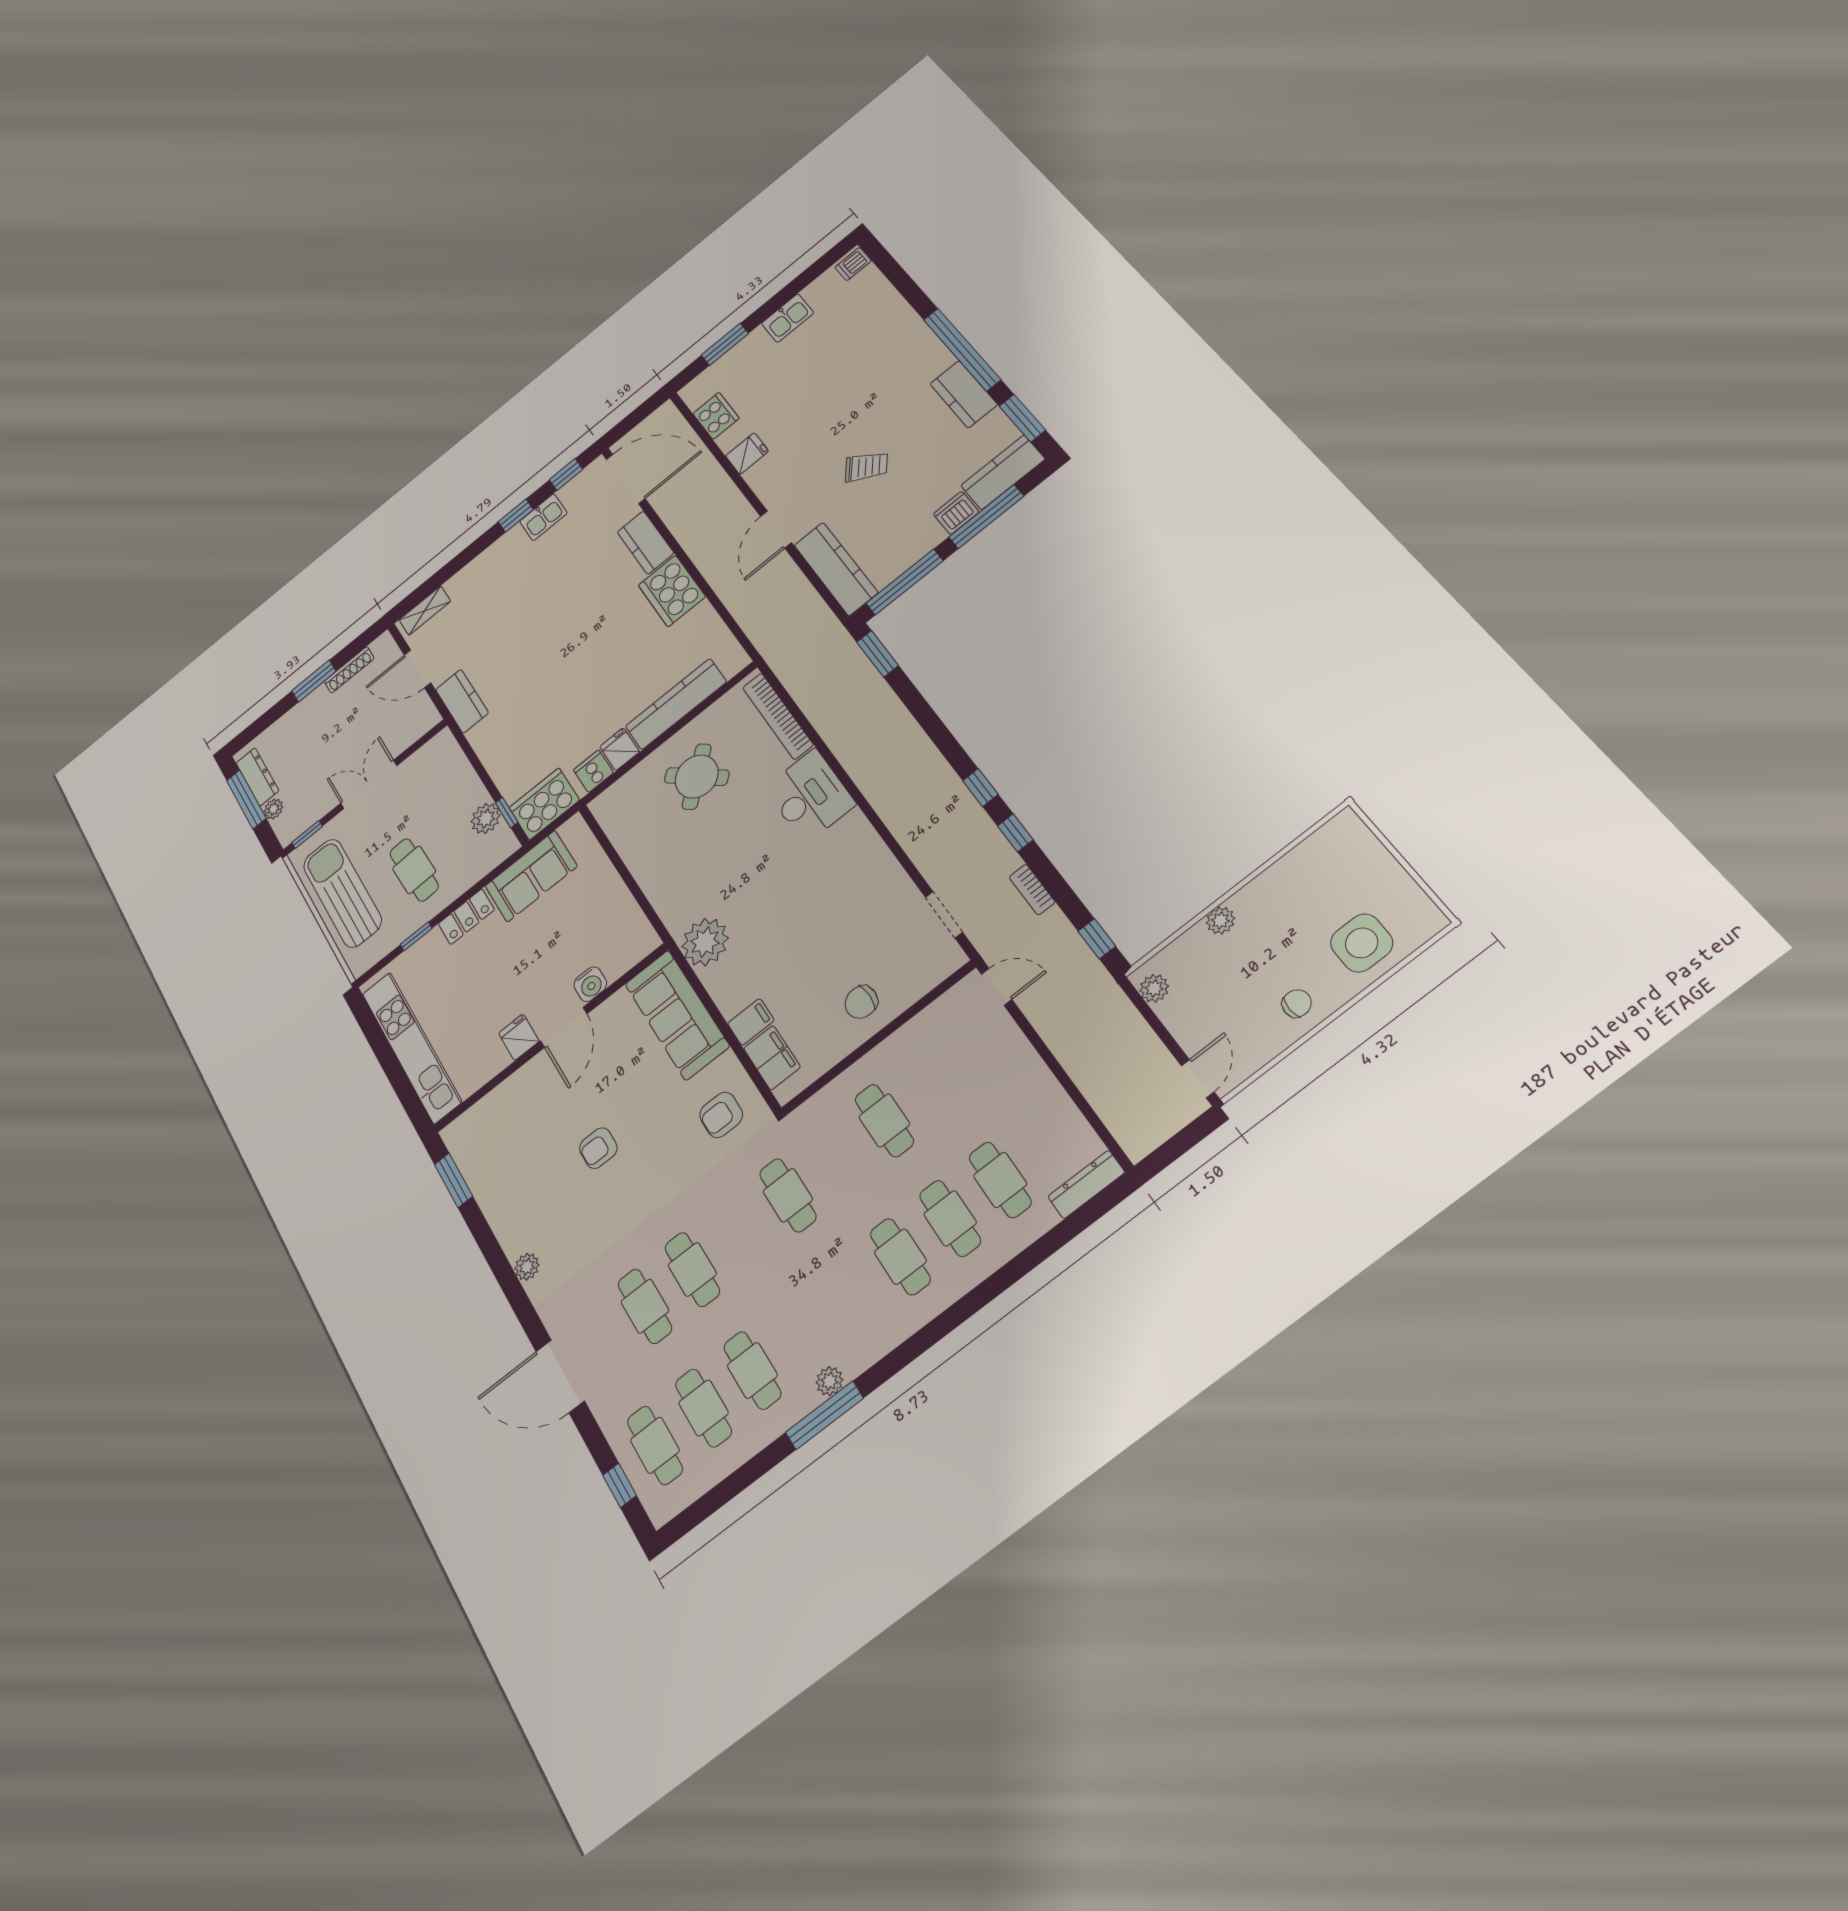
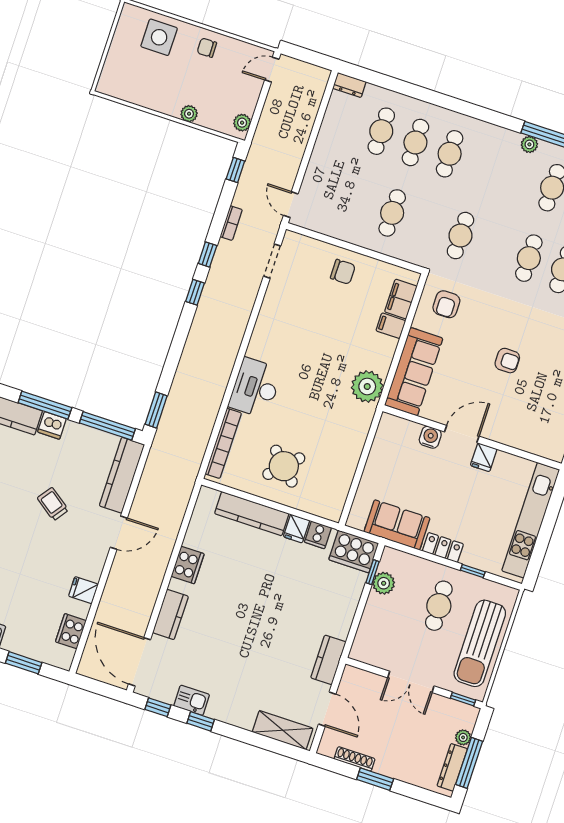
cooker: (672, 591) -> (188, 565), width x0.73, depth x0.76
shelving: (425, 611) -> (283, 730), width x1.50, depth x1.33
armchair: (721, 1115) -> (446, 304), turned 90
dresser: (1086, 1184) -> (349, 85), width x0.70

